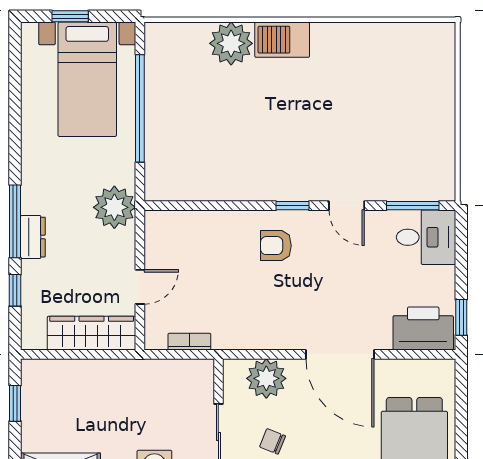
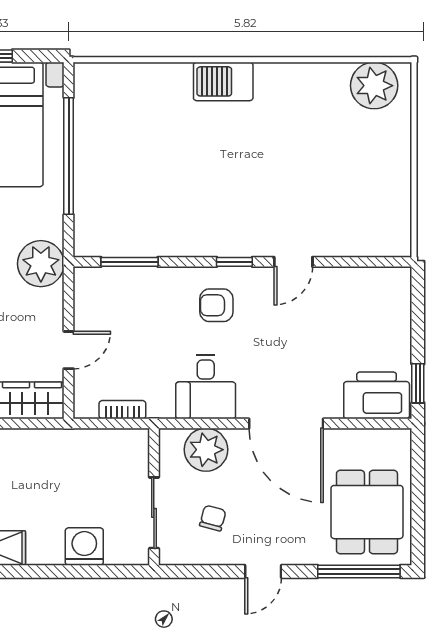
plant: (231, 43) -> (374, 86), moved
door: (347, 206) -> (293, 262), hinge flipped
window: (413, 206) -> (129, 262), moved
desk: (426, 237) -> (206, 387), moved, turned 90
chair: (273, 441) -> (213, 518), turned 83

